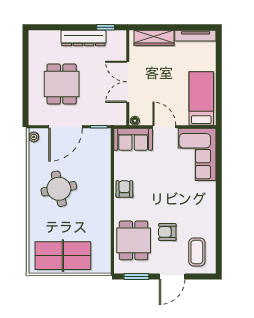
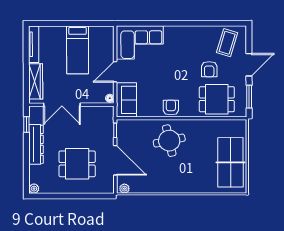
plant: (34, 36) -> (34, 189), added
double door: (128, 82) -> (62, 105), moved
bed: (201, 98) -> (78, 50), moved, turned -90
round table: (59, 189) -> (169, 141), moved
armchair: (124, 189) -> (171, 108), turned 90
coffee table: (197, 252) -> (227, 43), turned -73
door: (172, 277) -> (249, 65), hinge flipped

